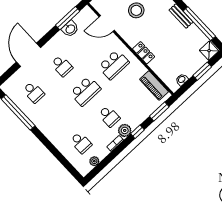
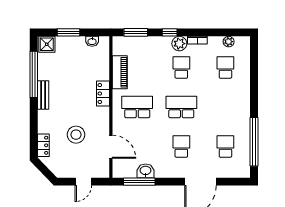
piano: (154, 86) -> (120, 72), moved

